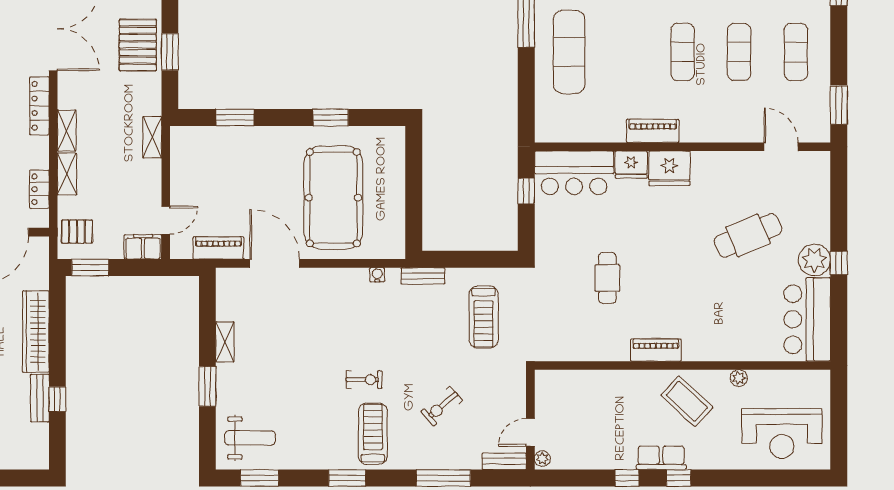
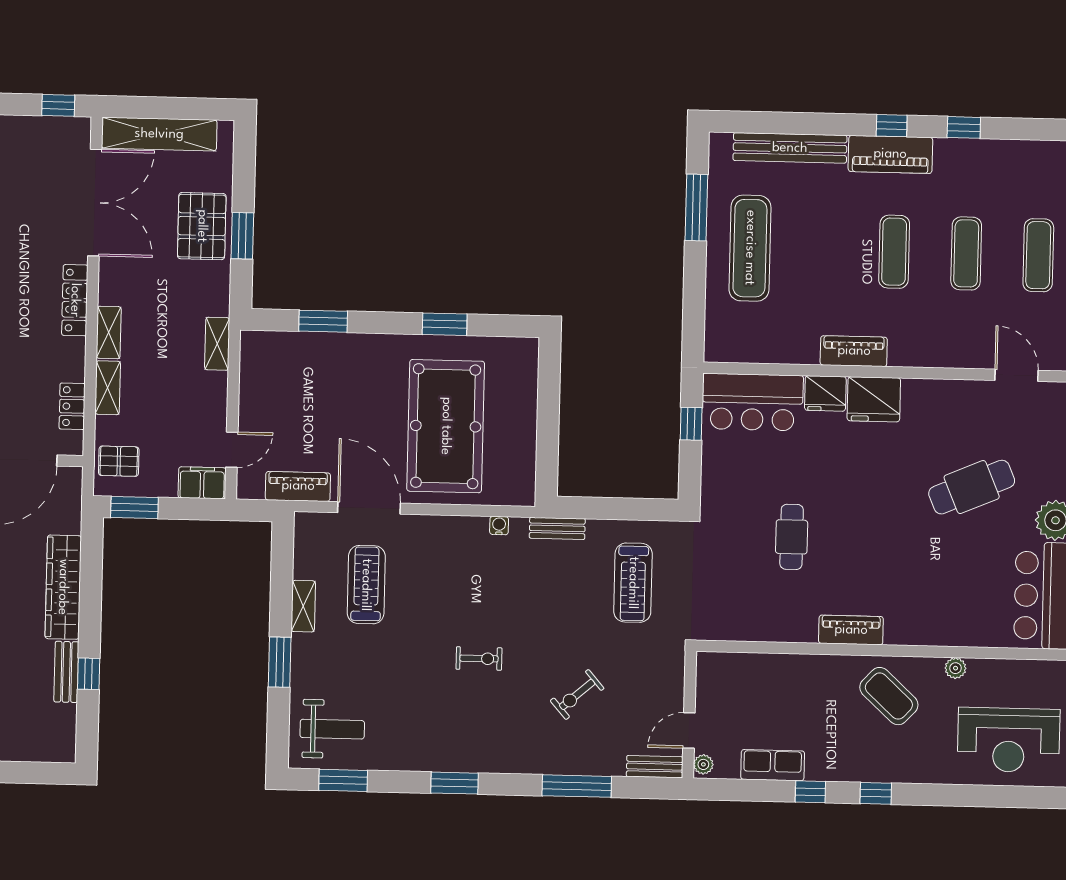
treadmill: (373, 434) -> (366, 585), moved
row of seats: (661, 458) -> (773, 765), moved

